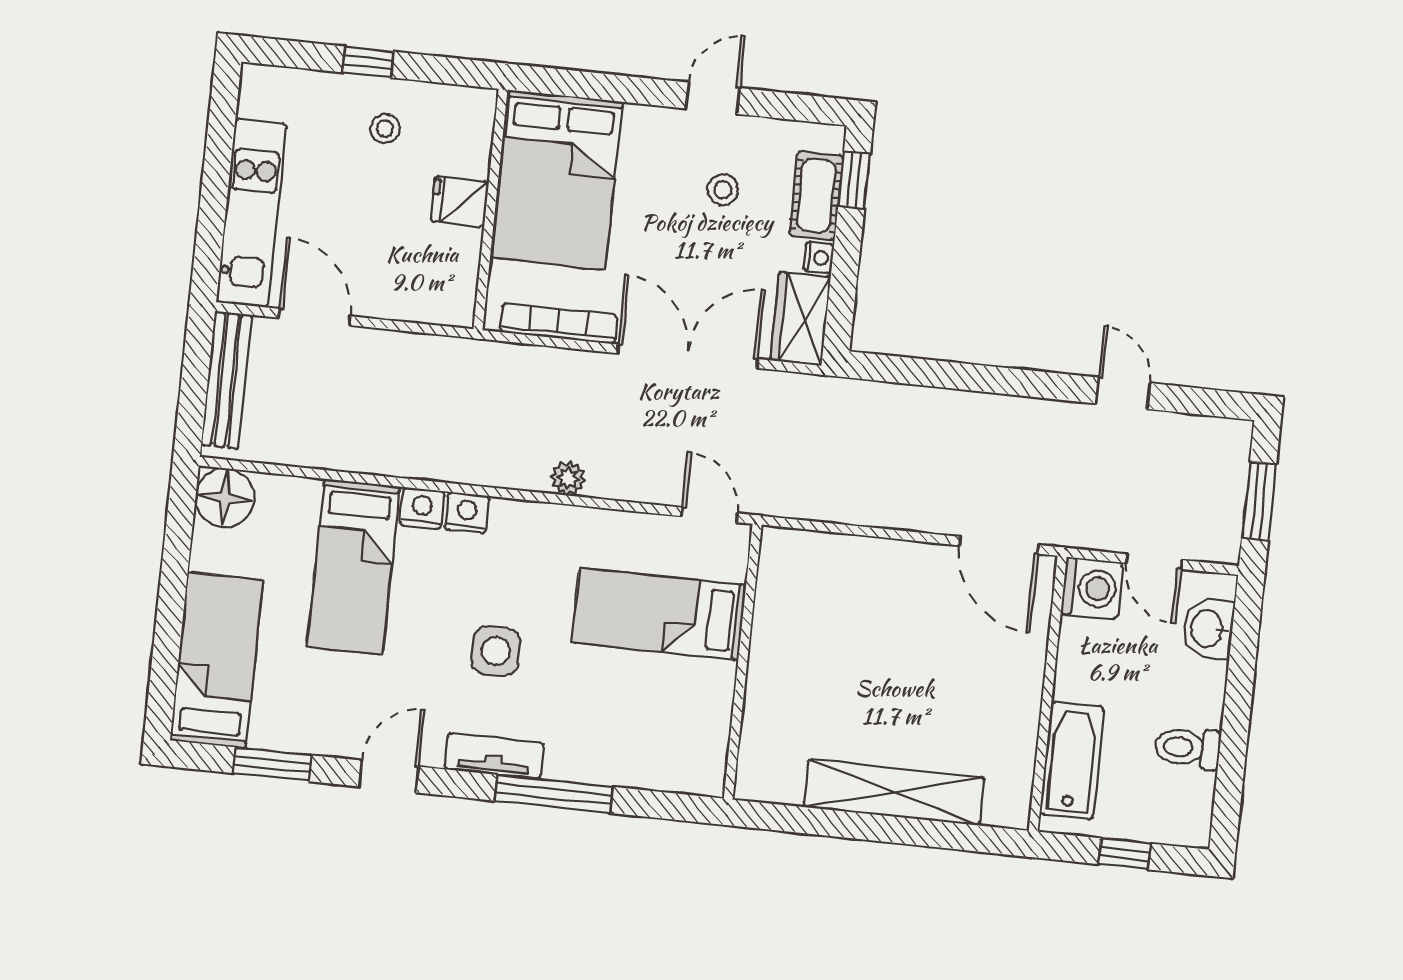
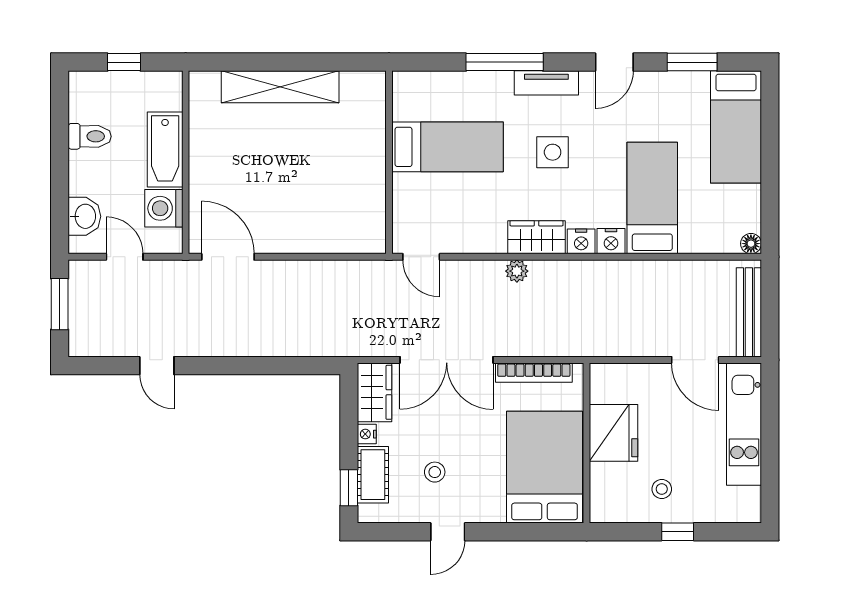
fridge: (460, 201) -> (614, 433), width x1.88, depth x1.34
floor lamp: (225, 498) -> (751, 244), width x0.53, depth x0.53
wardrobe: (533, 526) -> (537, 237), added
washing machine: (1092, 588) -> (164, 208), moved
bed: (659, 614) -> (447, 147), moved
bathtub: (1072, 760) -> (165, 150), moved

